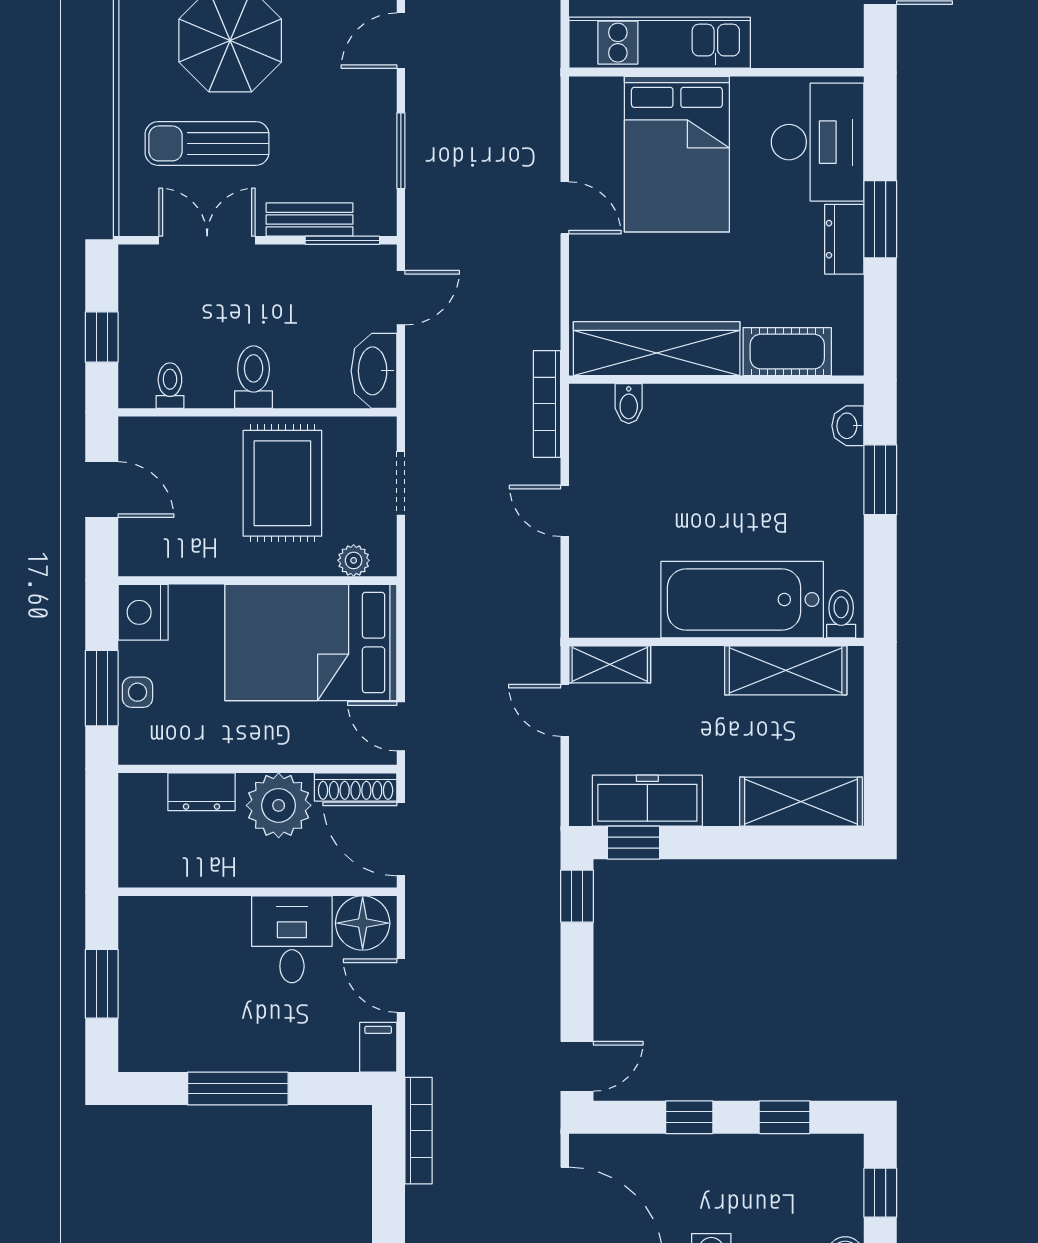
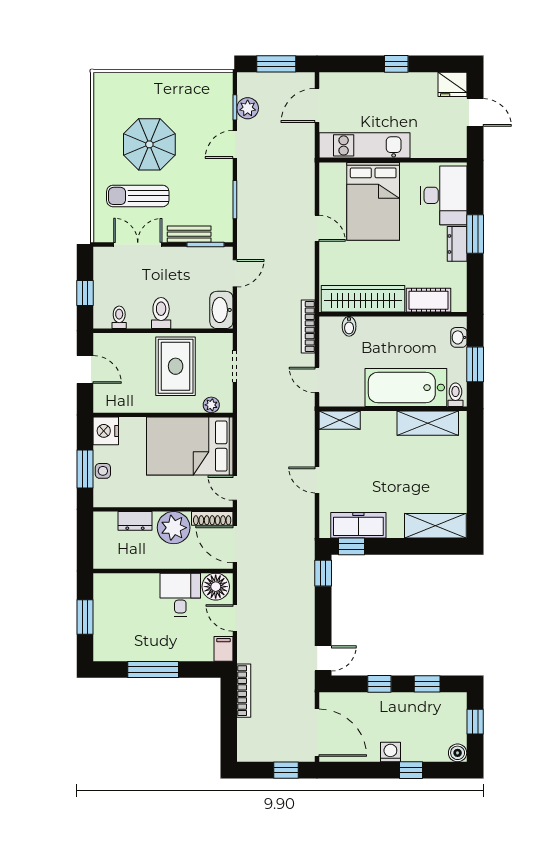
bathtub: (742, 600) -> (406, 388), moved
toilet: (841, 614) -> (455, 395), moved
wall: (716, 642) -> (393, 409), moved
shelving: (610, 664) -> (340, 420), moved
shelving: (786, 670) -> (428, 423), moved

